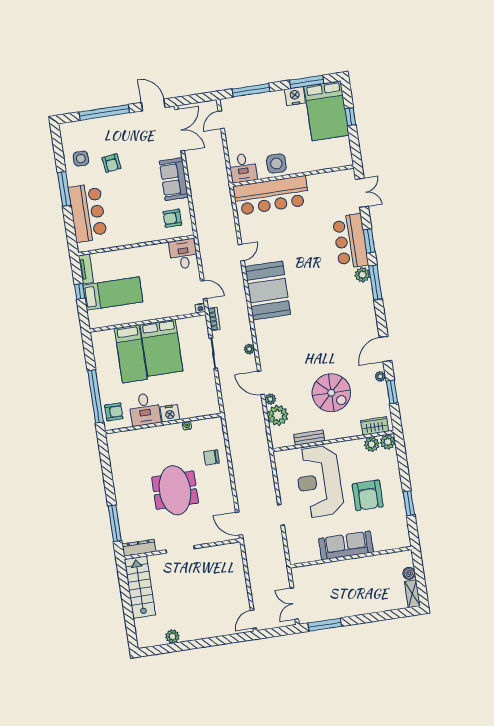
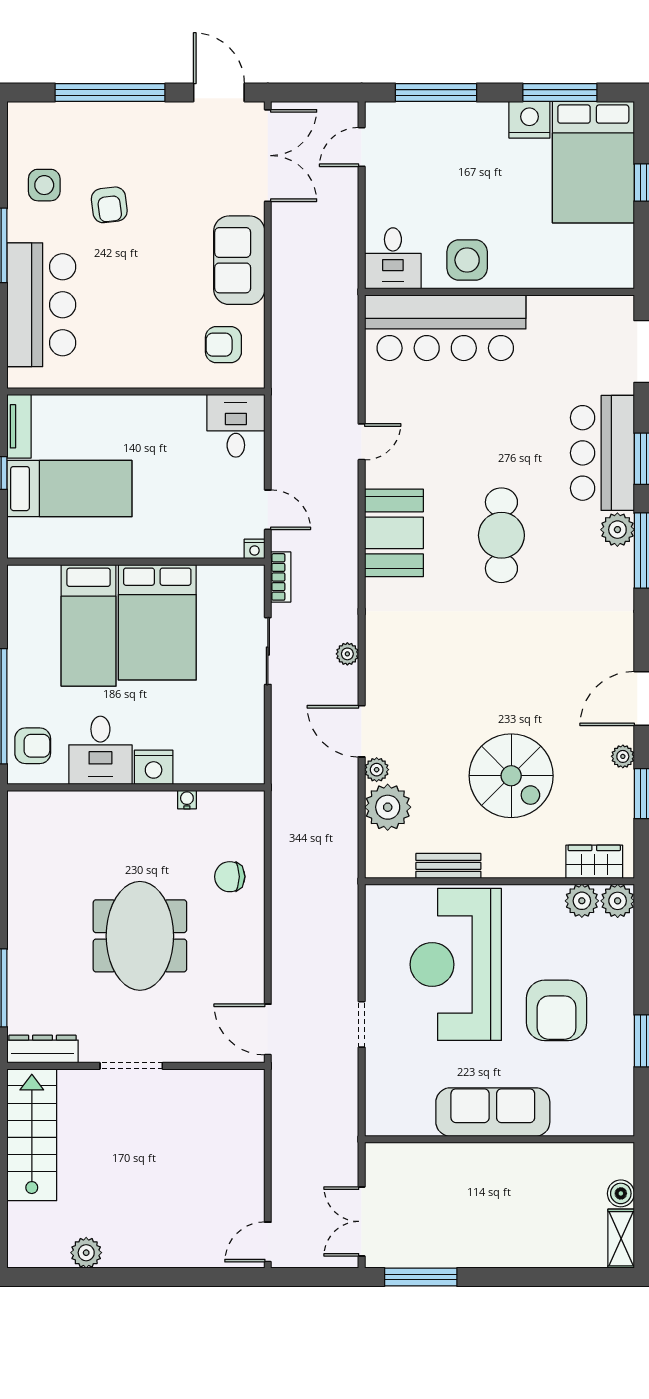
cafe table: (311, 285) -> (501, 535), added
booth: (268, 291) -> (394, 533), width x0.73, depth x0.70

